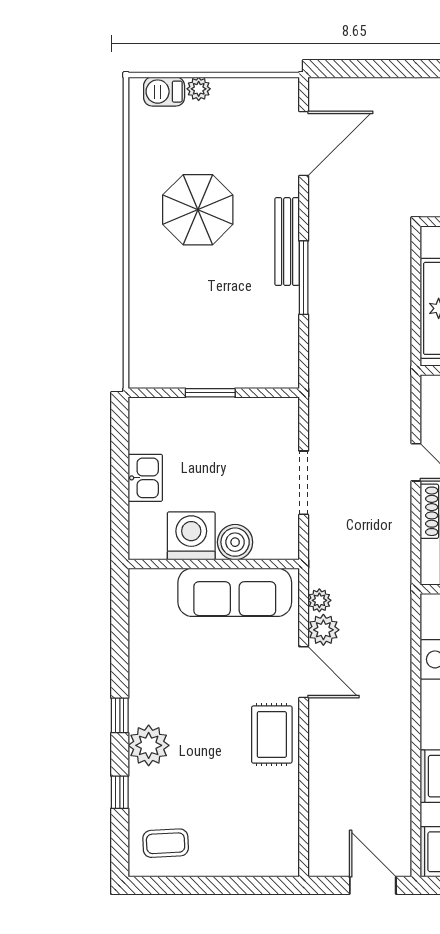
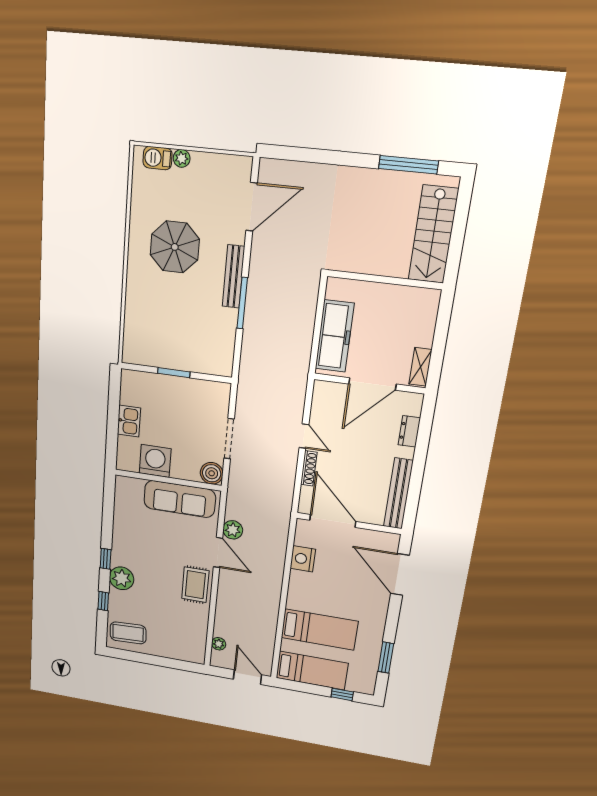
boiler: (235, 542) -> (212, 473), moved
plant: (319, 600) -> (219, 644), moved
coffee table: (166, 843) -> (128, 633), width x1.36, depth x1.30

